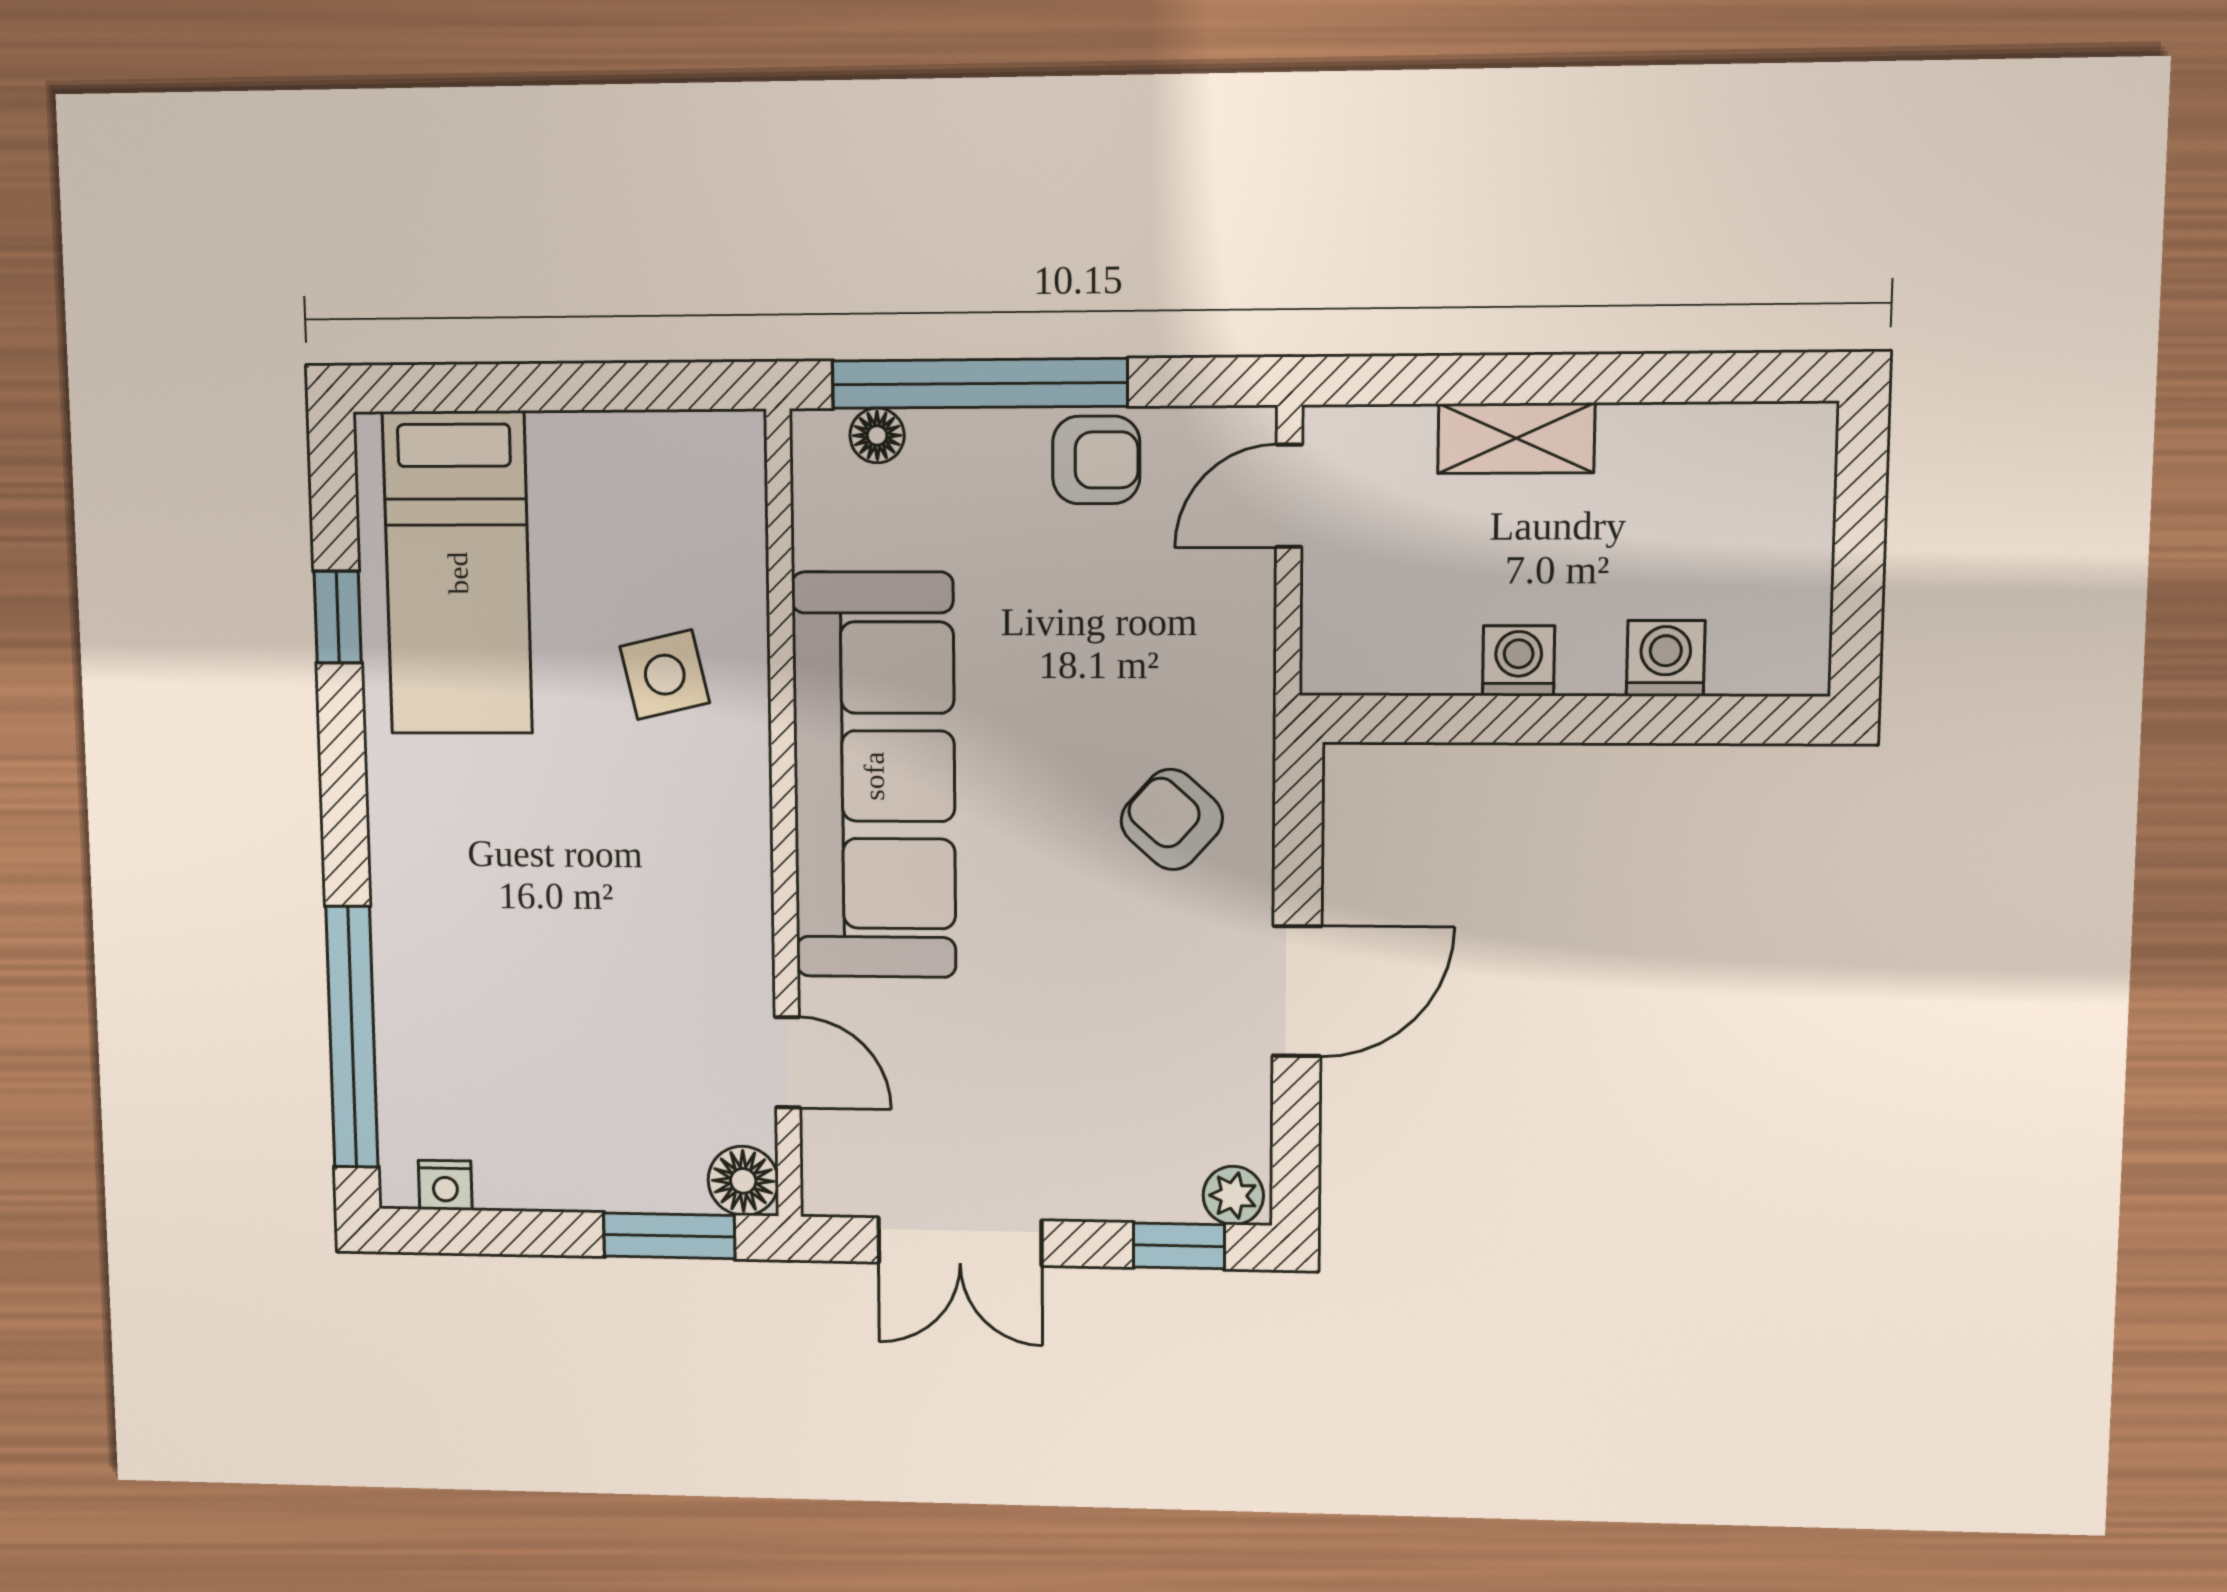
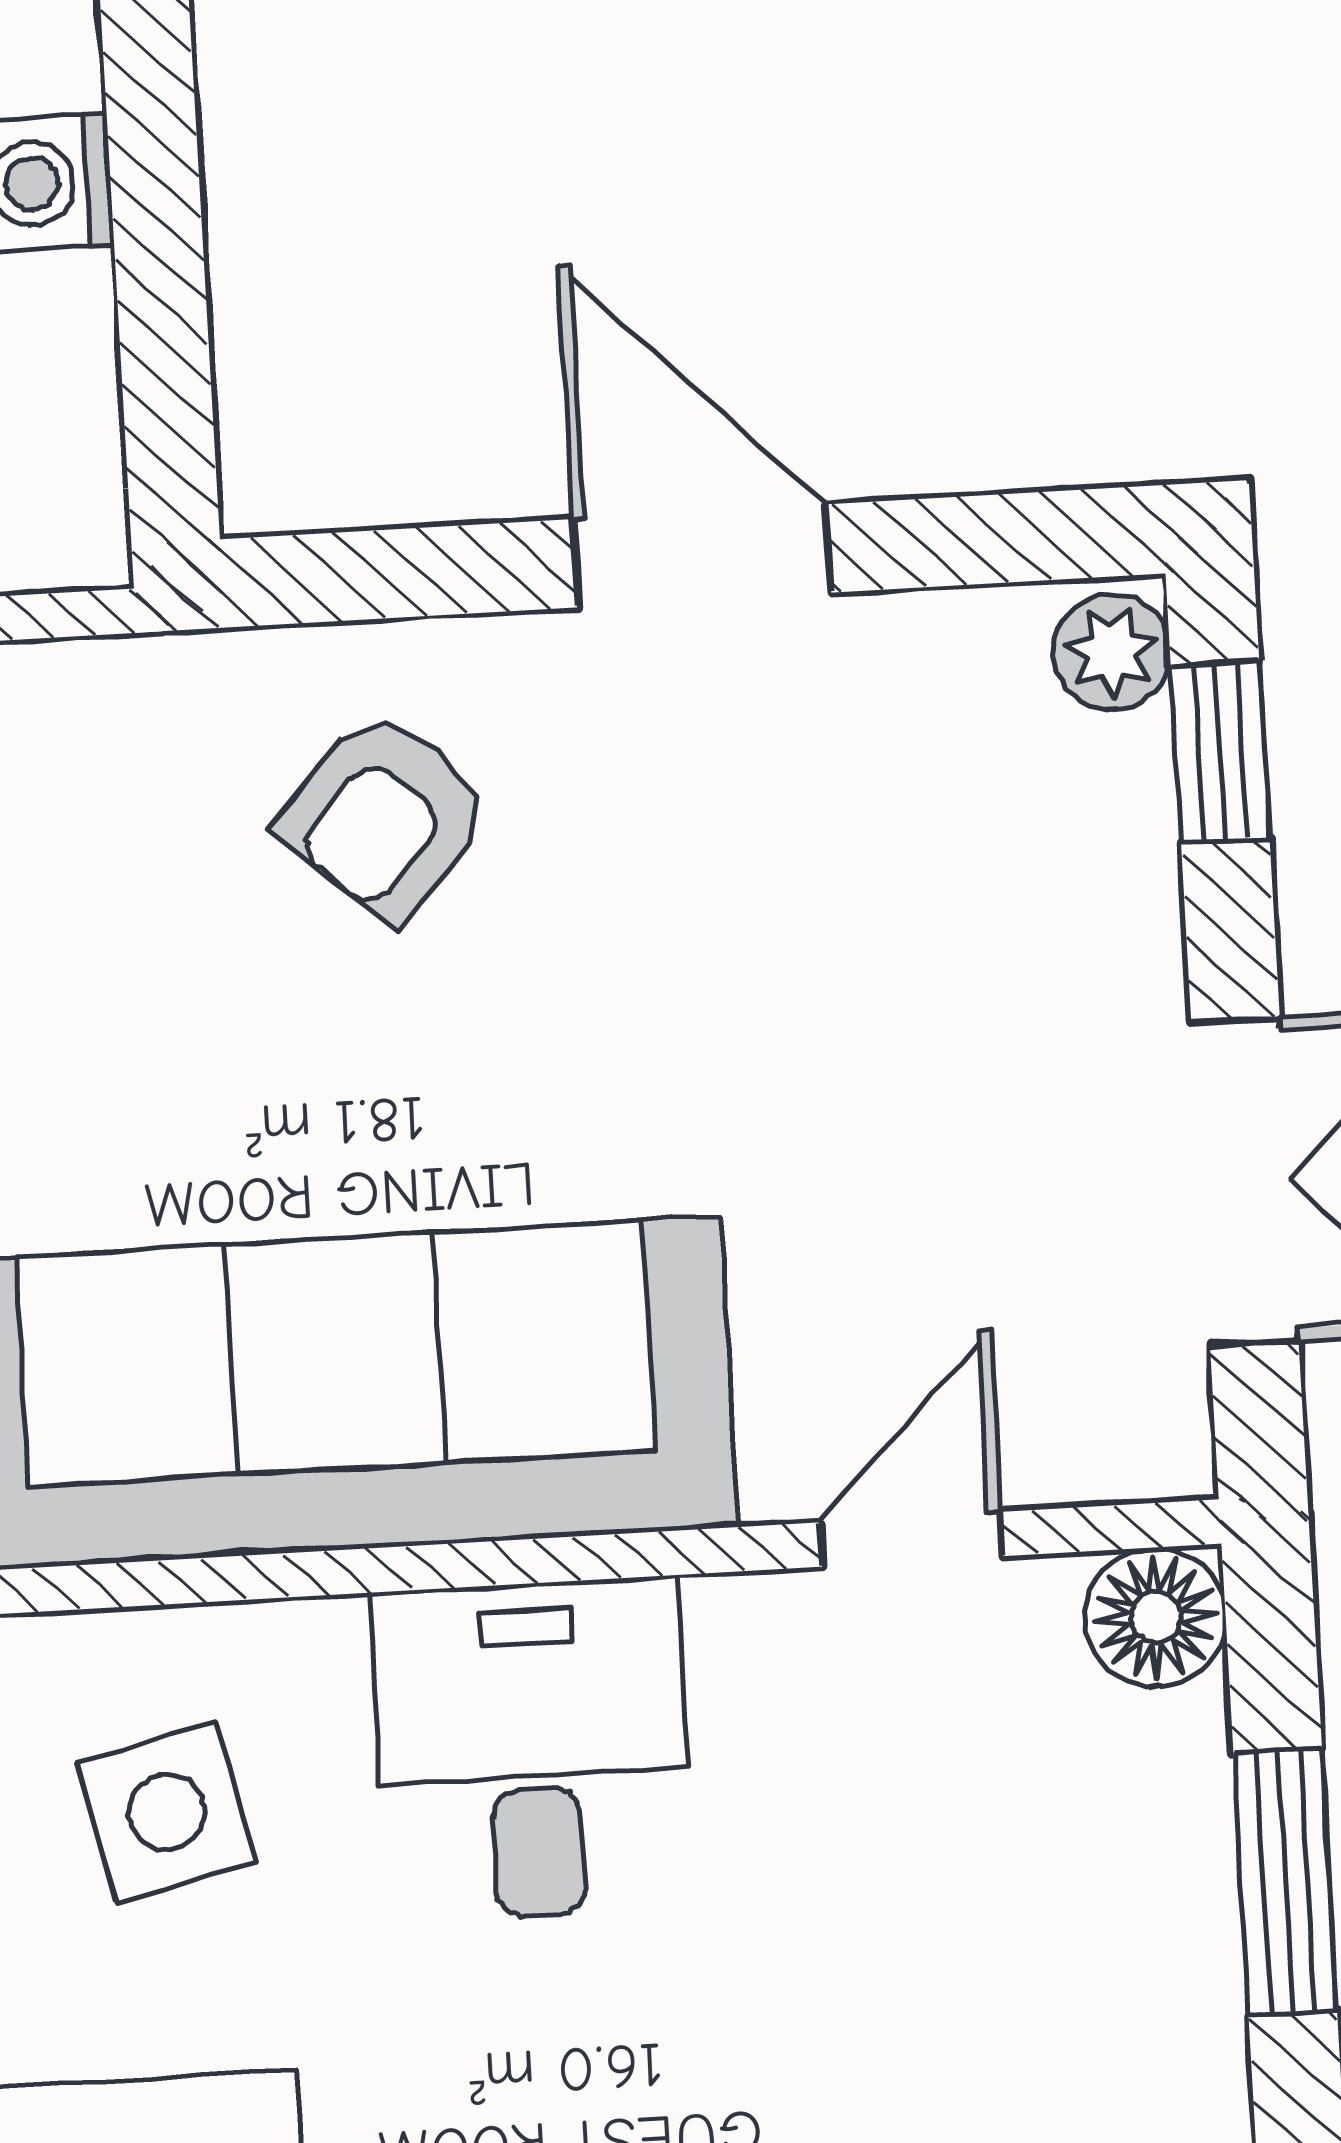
desk: (689, 864) -> (533, 1750), added
window: (669, 1236) -> (1285, 1882), moved

